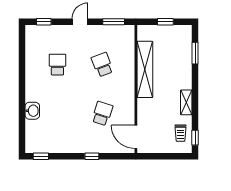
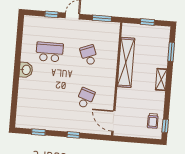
window: (44, 22) -> (51, 14), moved
school desk: (57, 65) -> (50, 52), width x1.85
shelving: (186, 102) -> (161, 79), moved
washbasin: (32, 111) -> (26, 70), moved
window: (41, 156) -> (38, 132), moved

